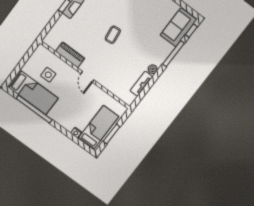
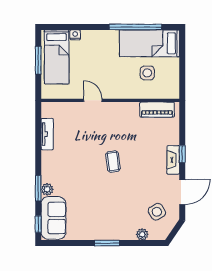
window: (174, 54) -> (38, 188), width x0.69
piano: (70, 55) -> (157, 110), moved
plant: (153, 69) -> (47, 189), moved
door: (87, 77) -> (93, 100), moved

